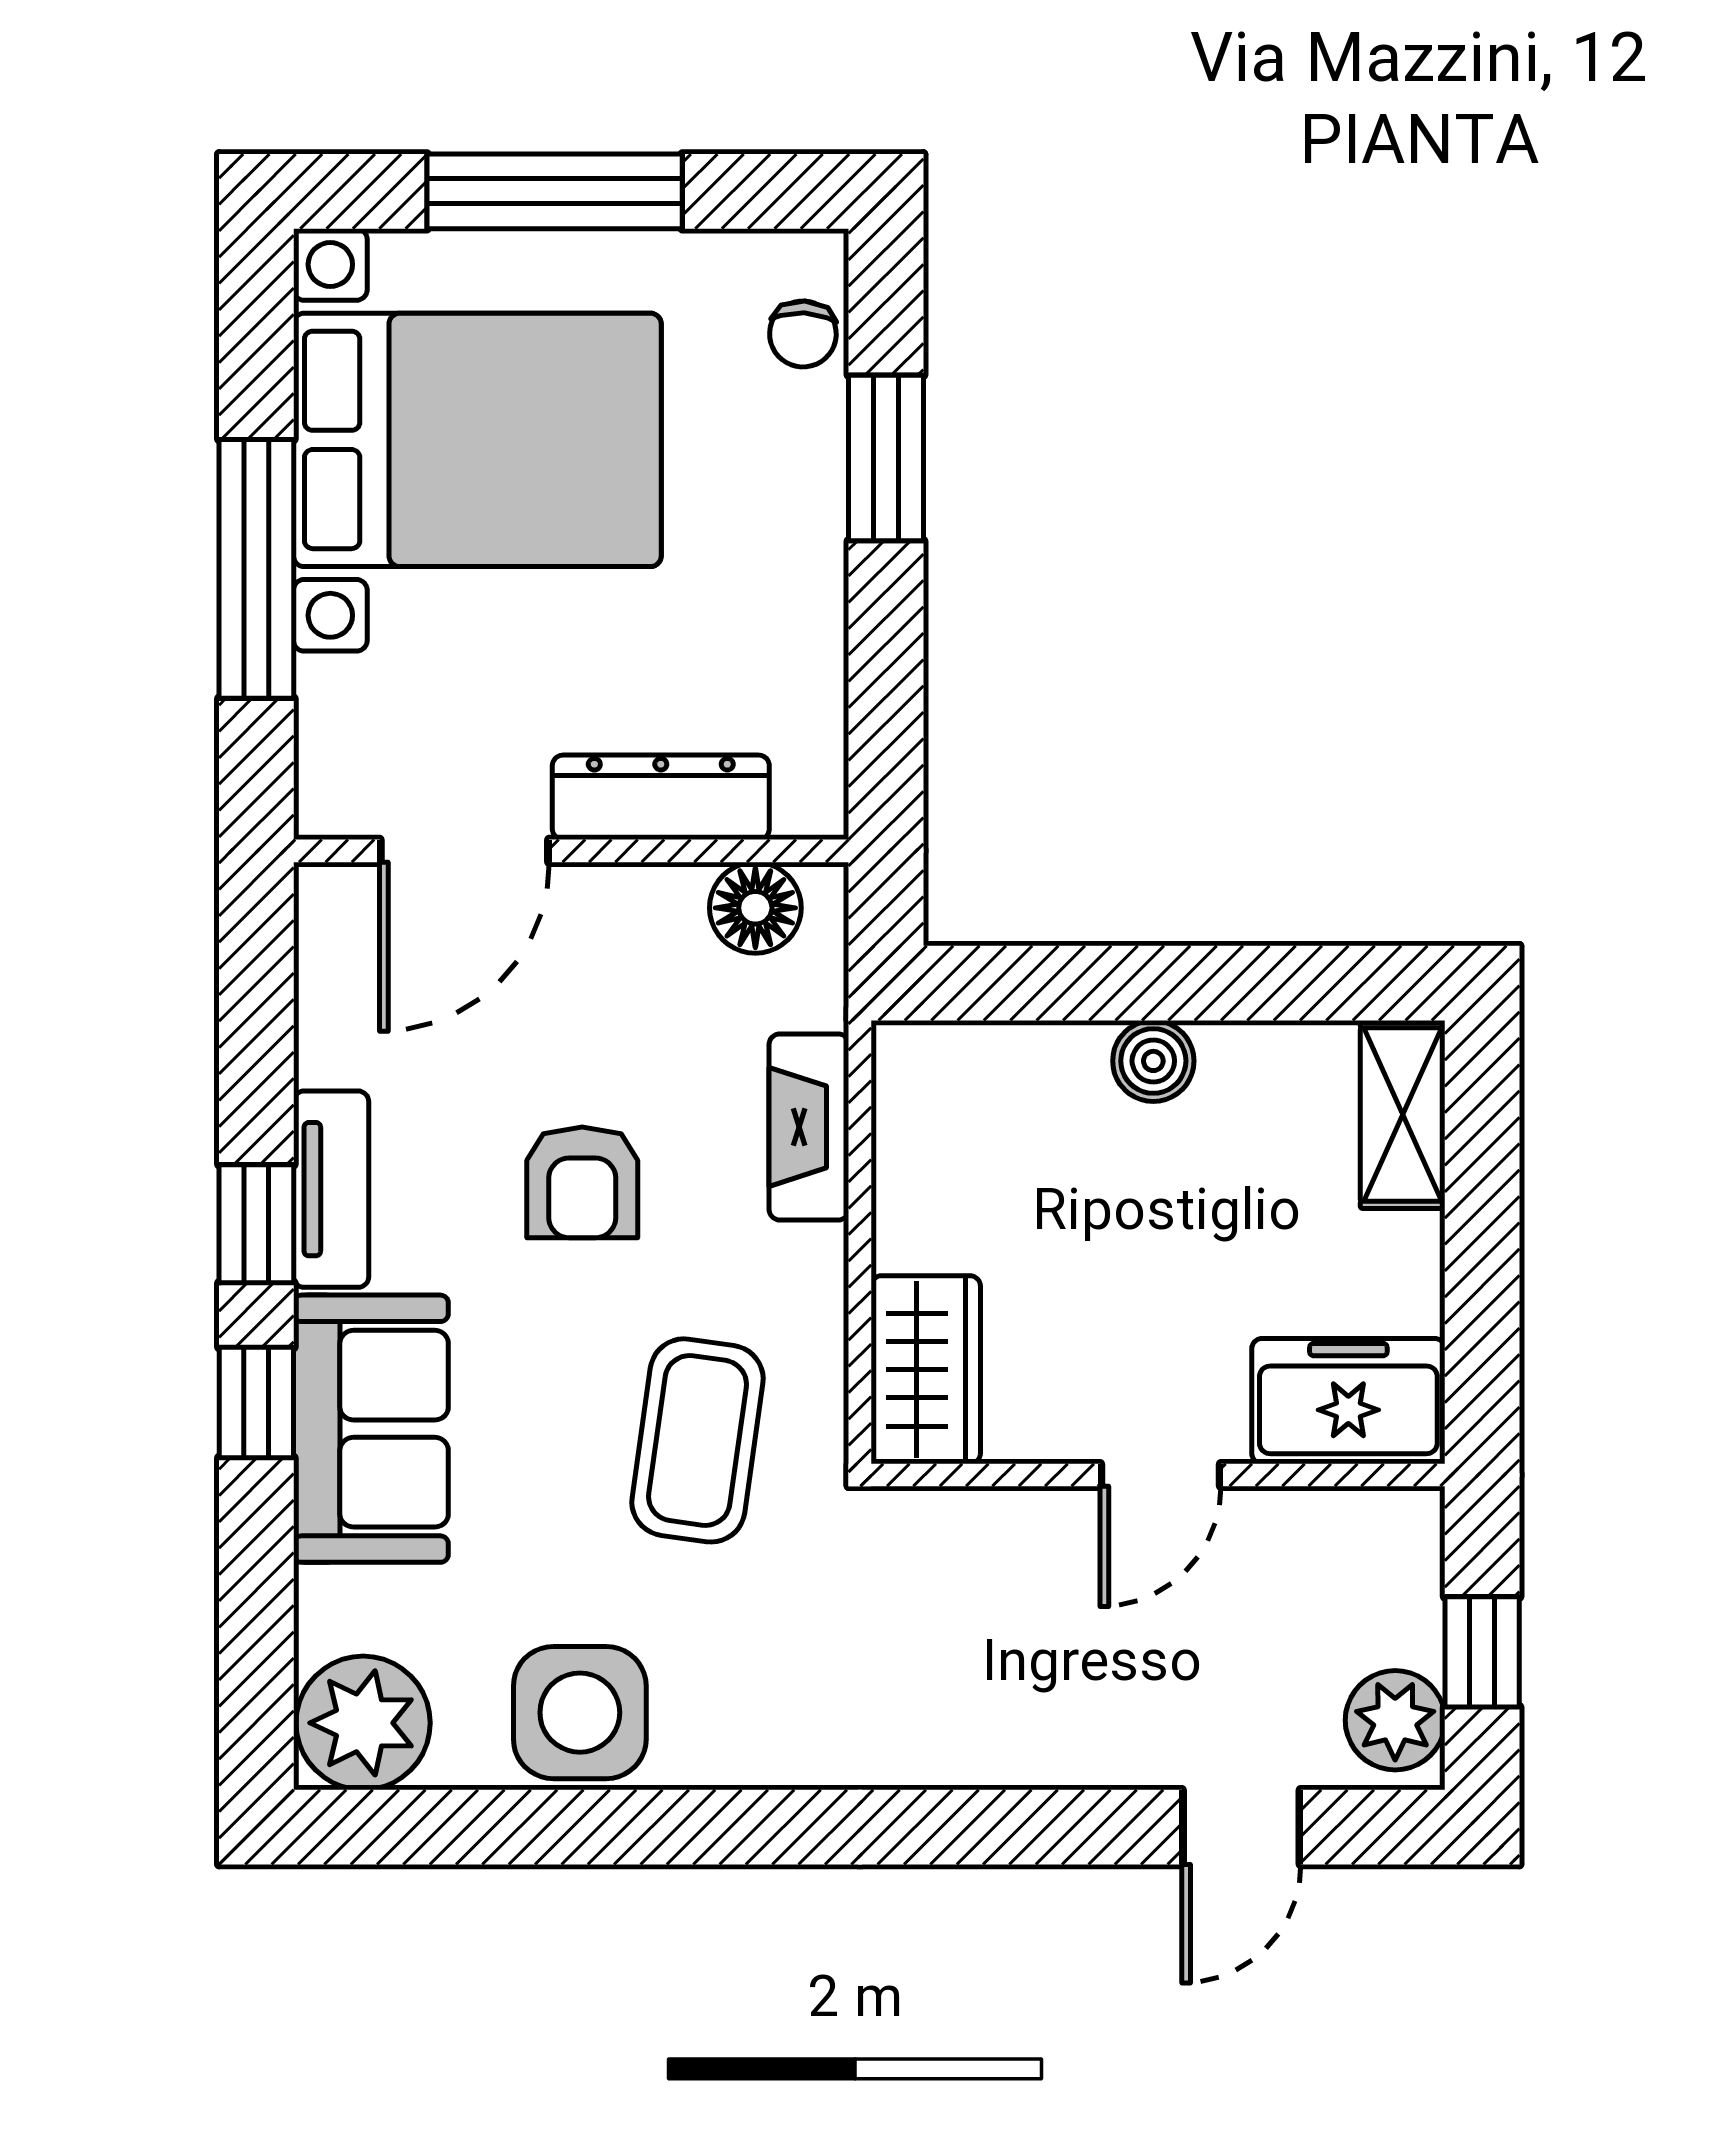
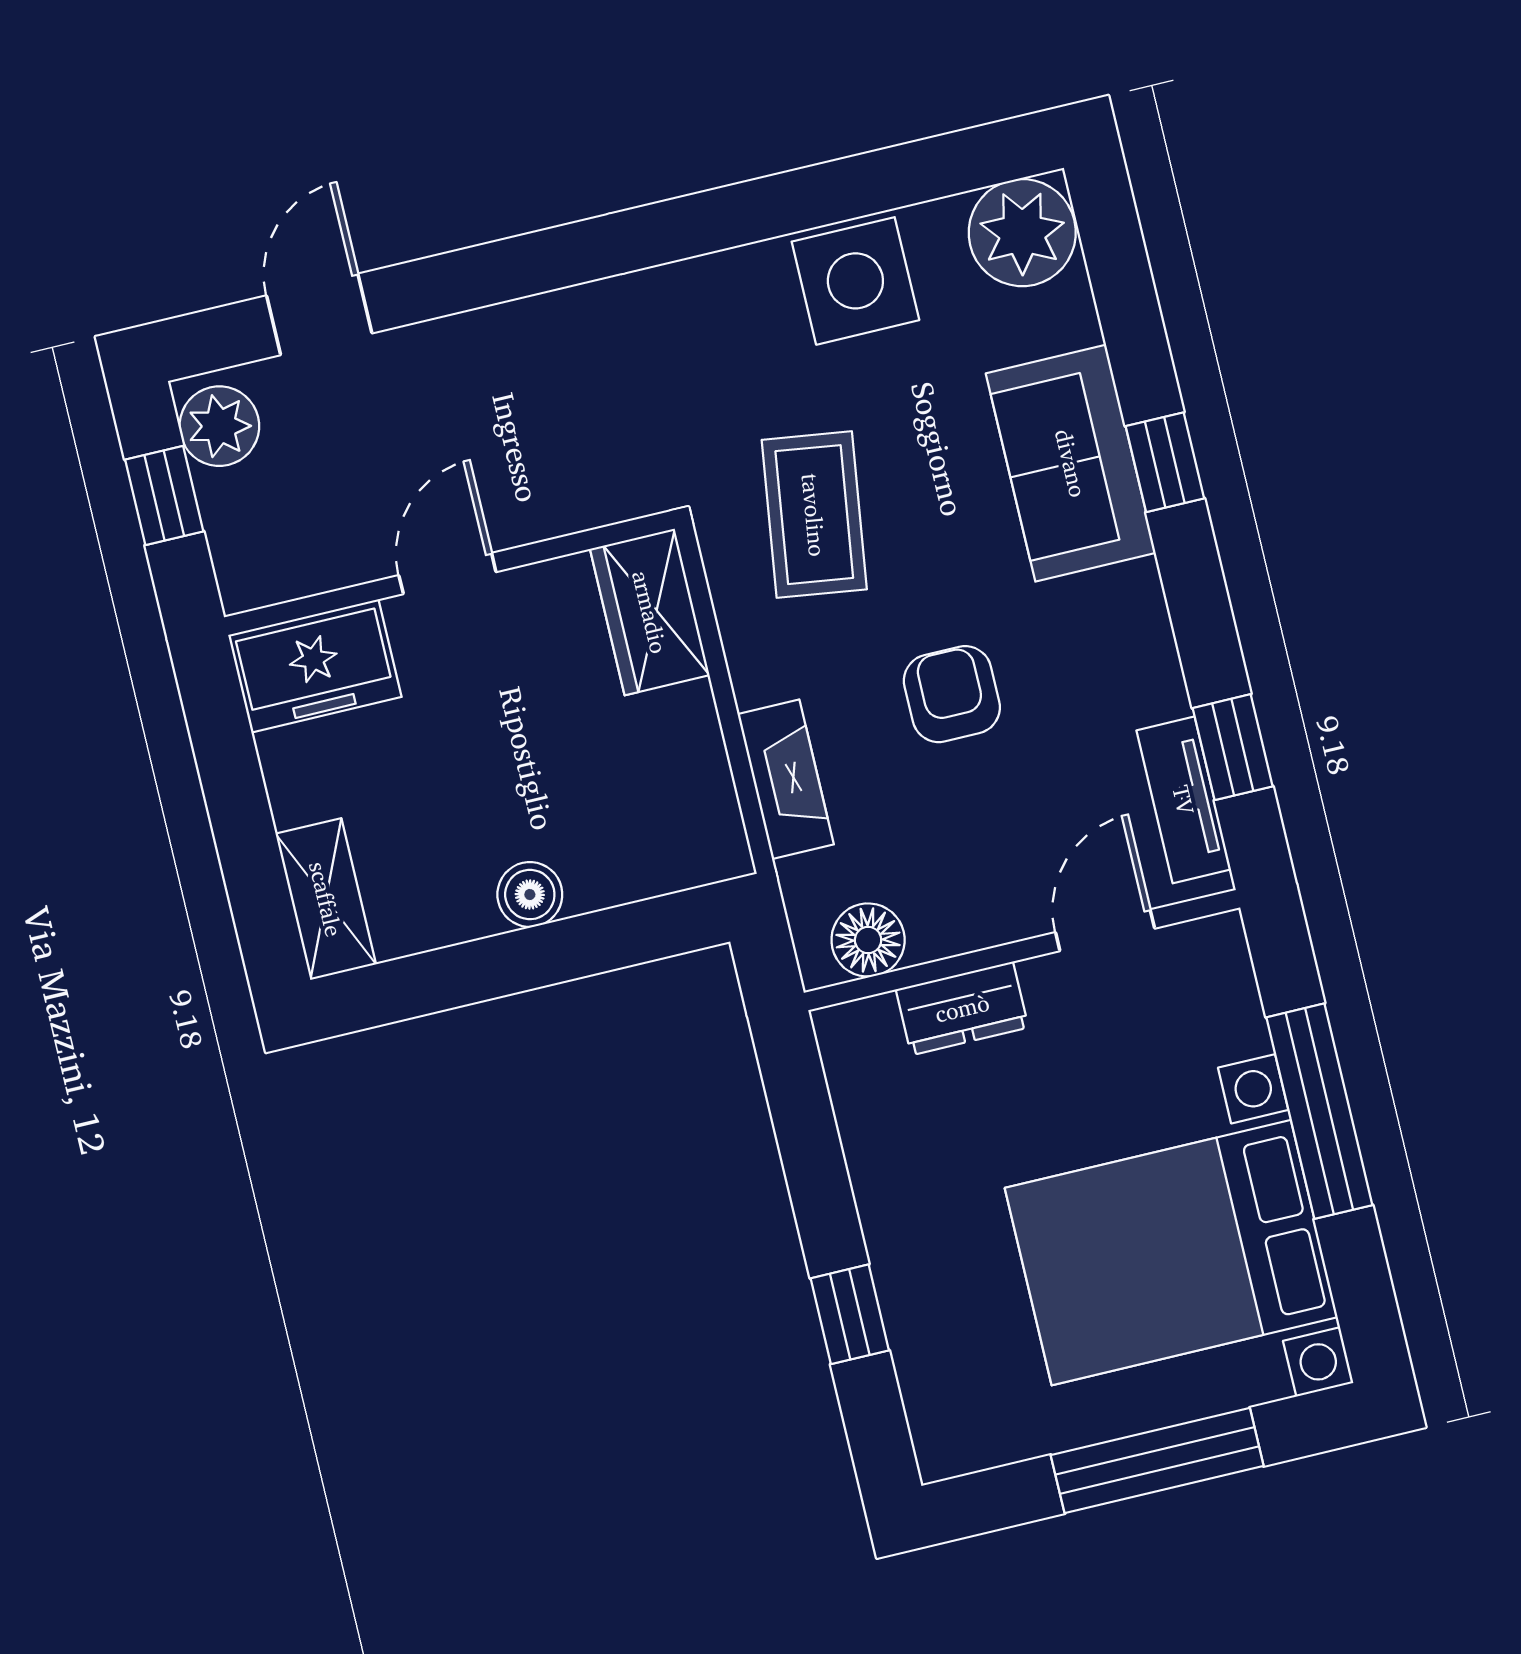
chair: (803, 334) -> (937, 1395), removed
window: (886, 458) -> (850, 1314), width x0.67
dresser: (661, 797) -> (962, 1008), width x0.70
door: (464, 851) -> (1105, 930), width x0.73
tv unit: (331, 1189) -> (1184, 800), moved
window: (256, 1224) -> (1233, 747), moved

